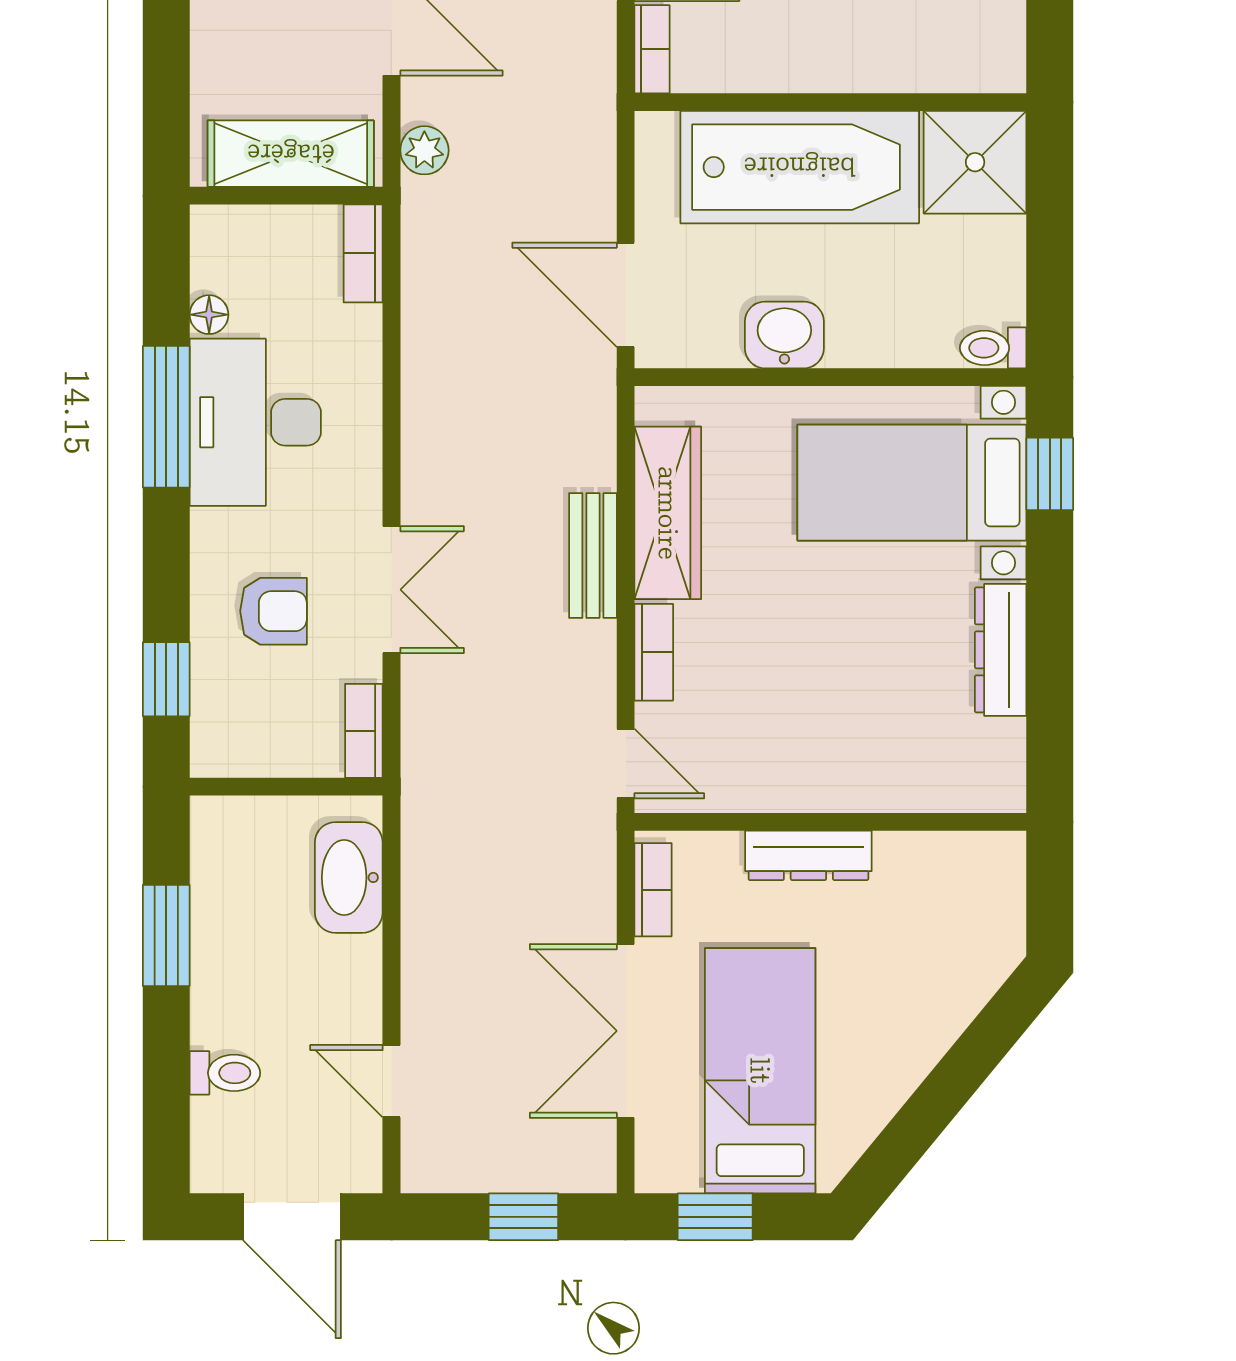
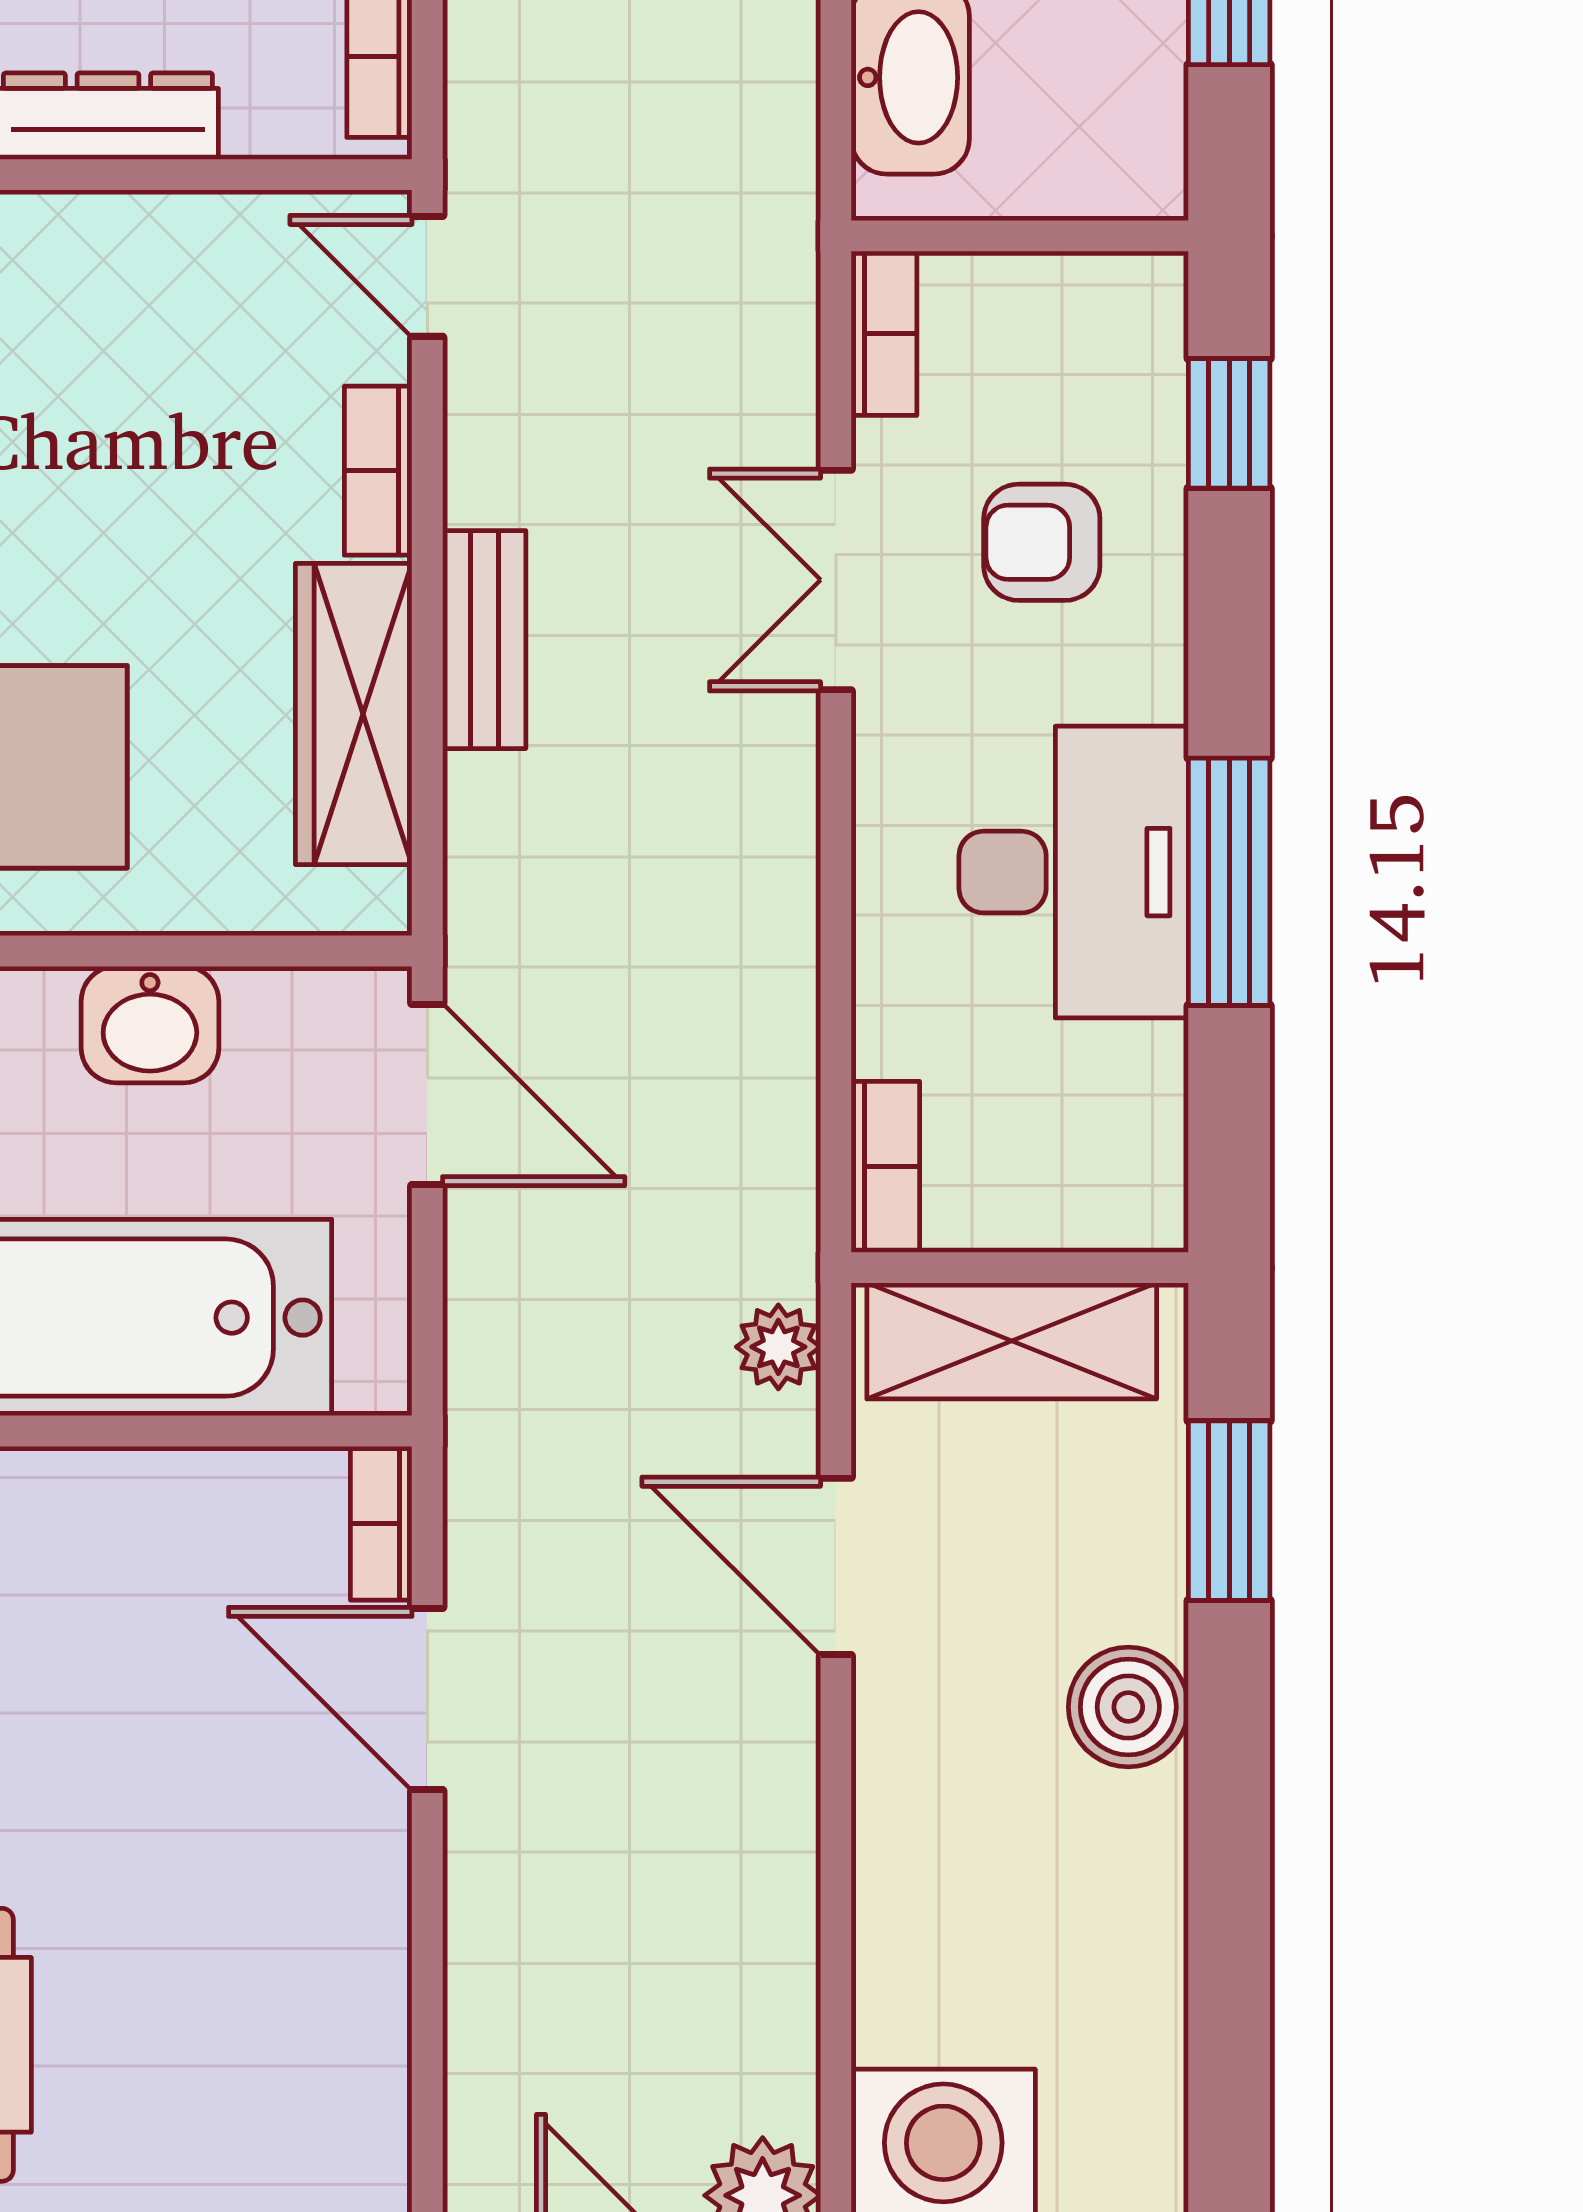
window: (166, 56) -> (1229, 1511), added
floor lamp: (209, 315) -> (1154, 1060), removed

